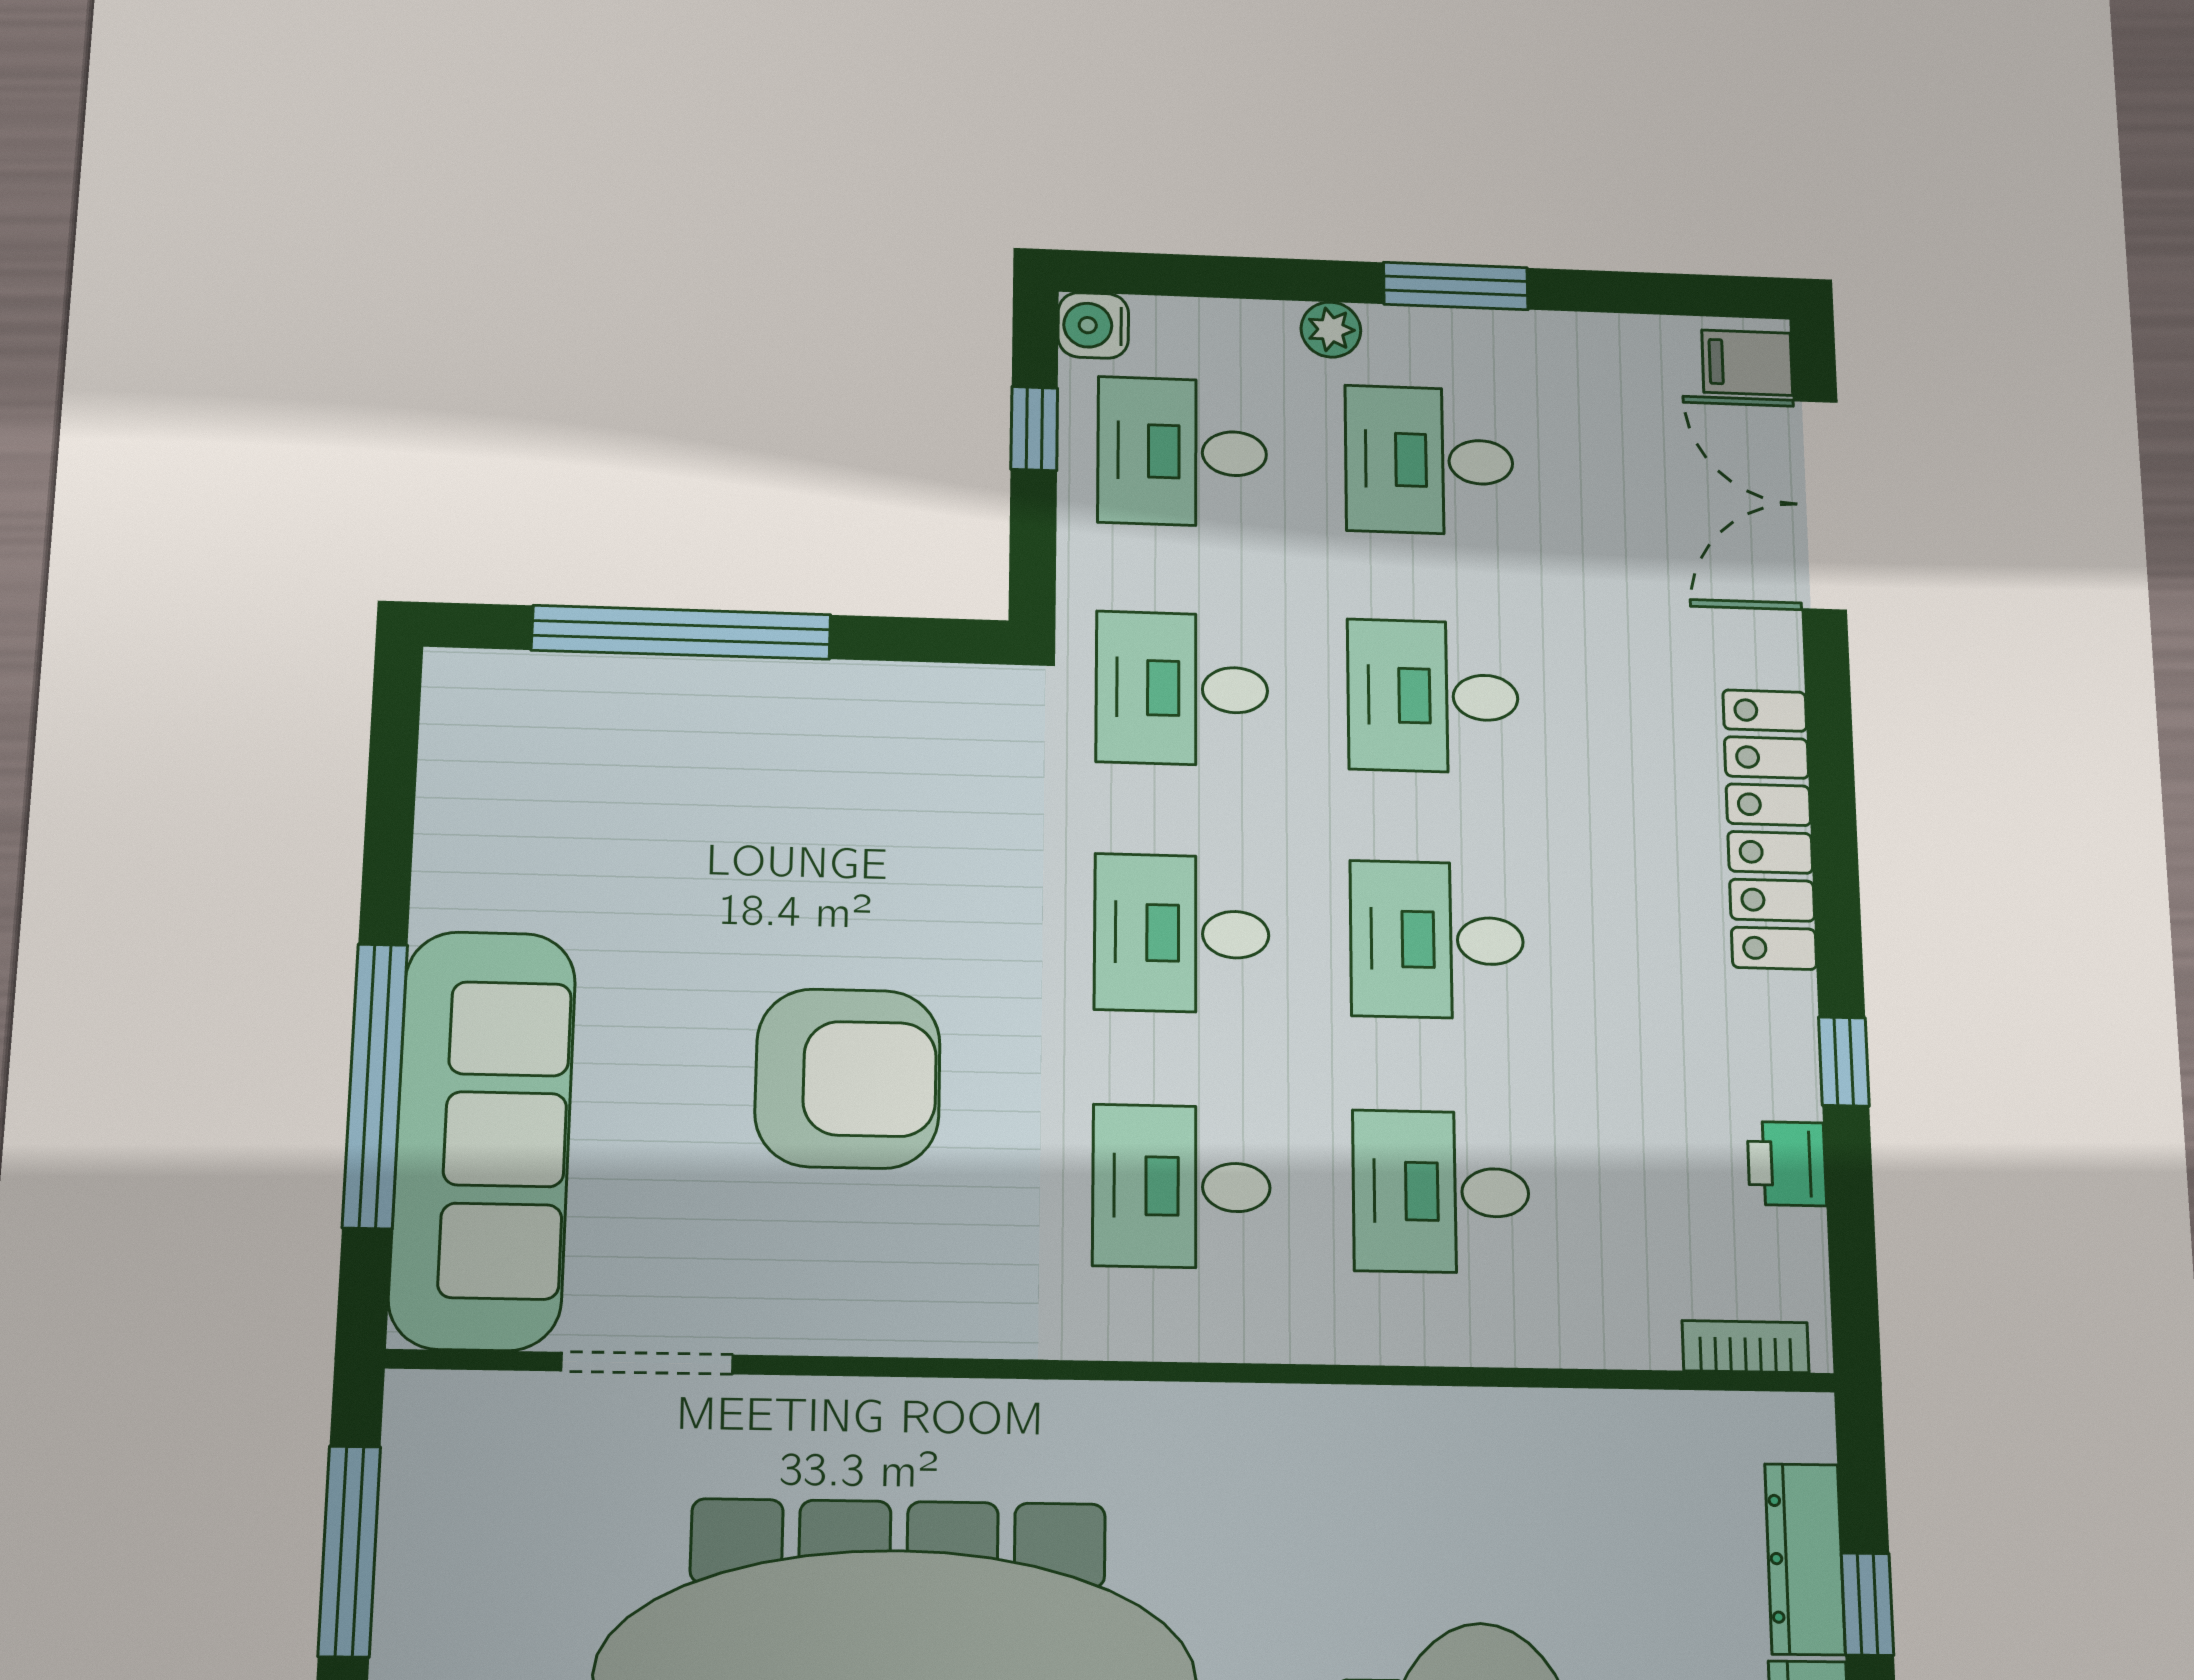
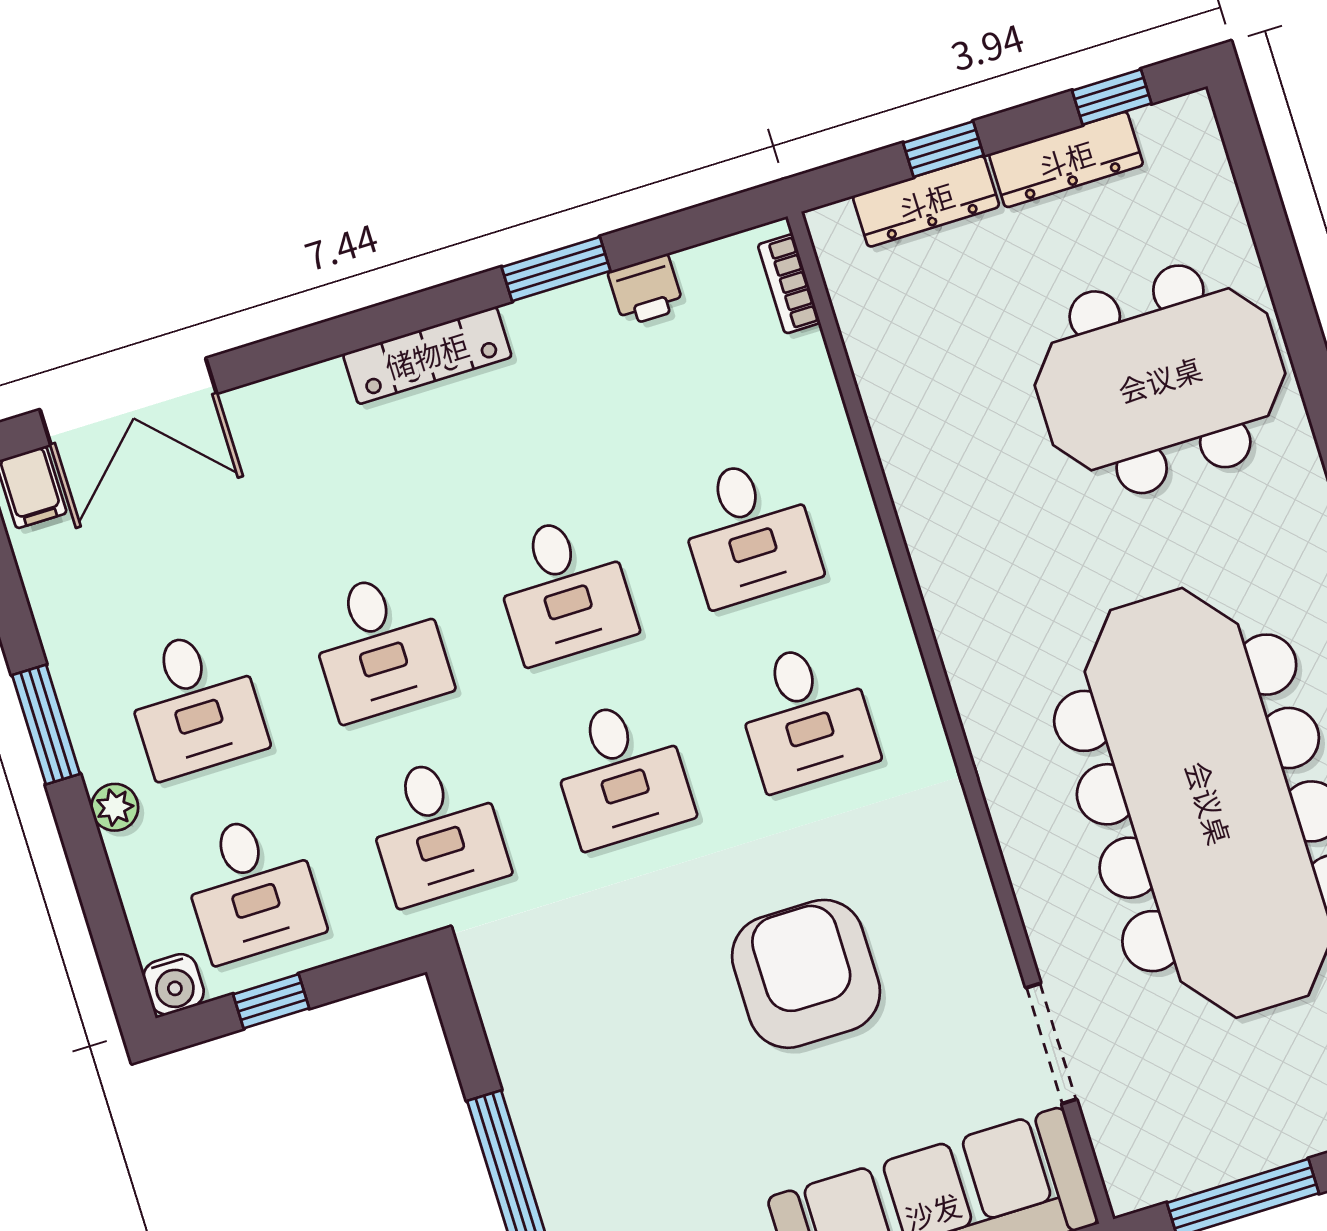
locker: (1769, 828) -> (427, 355), width x0.71, depth x0.83
window: (1844, 1061) -> (556, 269), width x1.50

